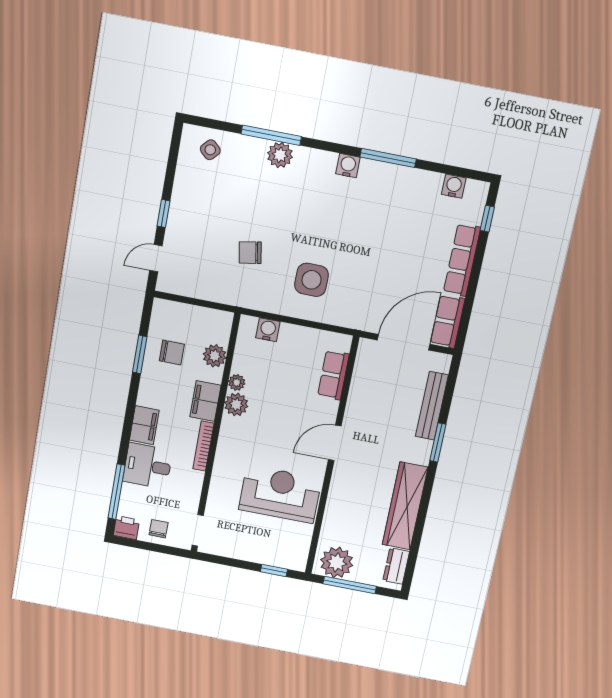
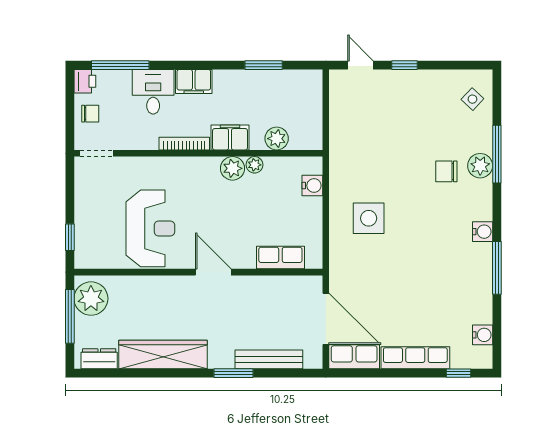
chair: (250, 253) -> (446, 171), moved, turned -80
chair: (172, 353) -> (272, 96), removed

